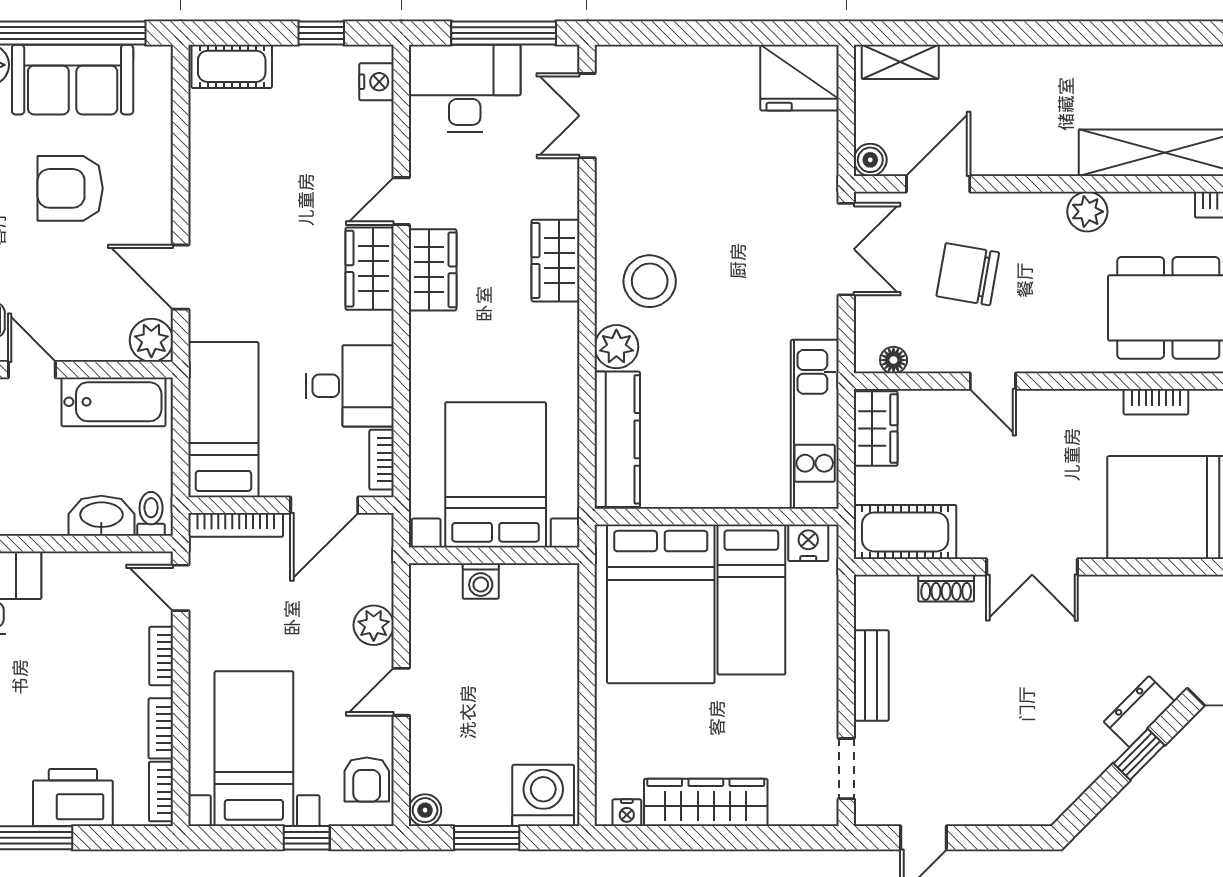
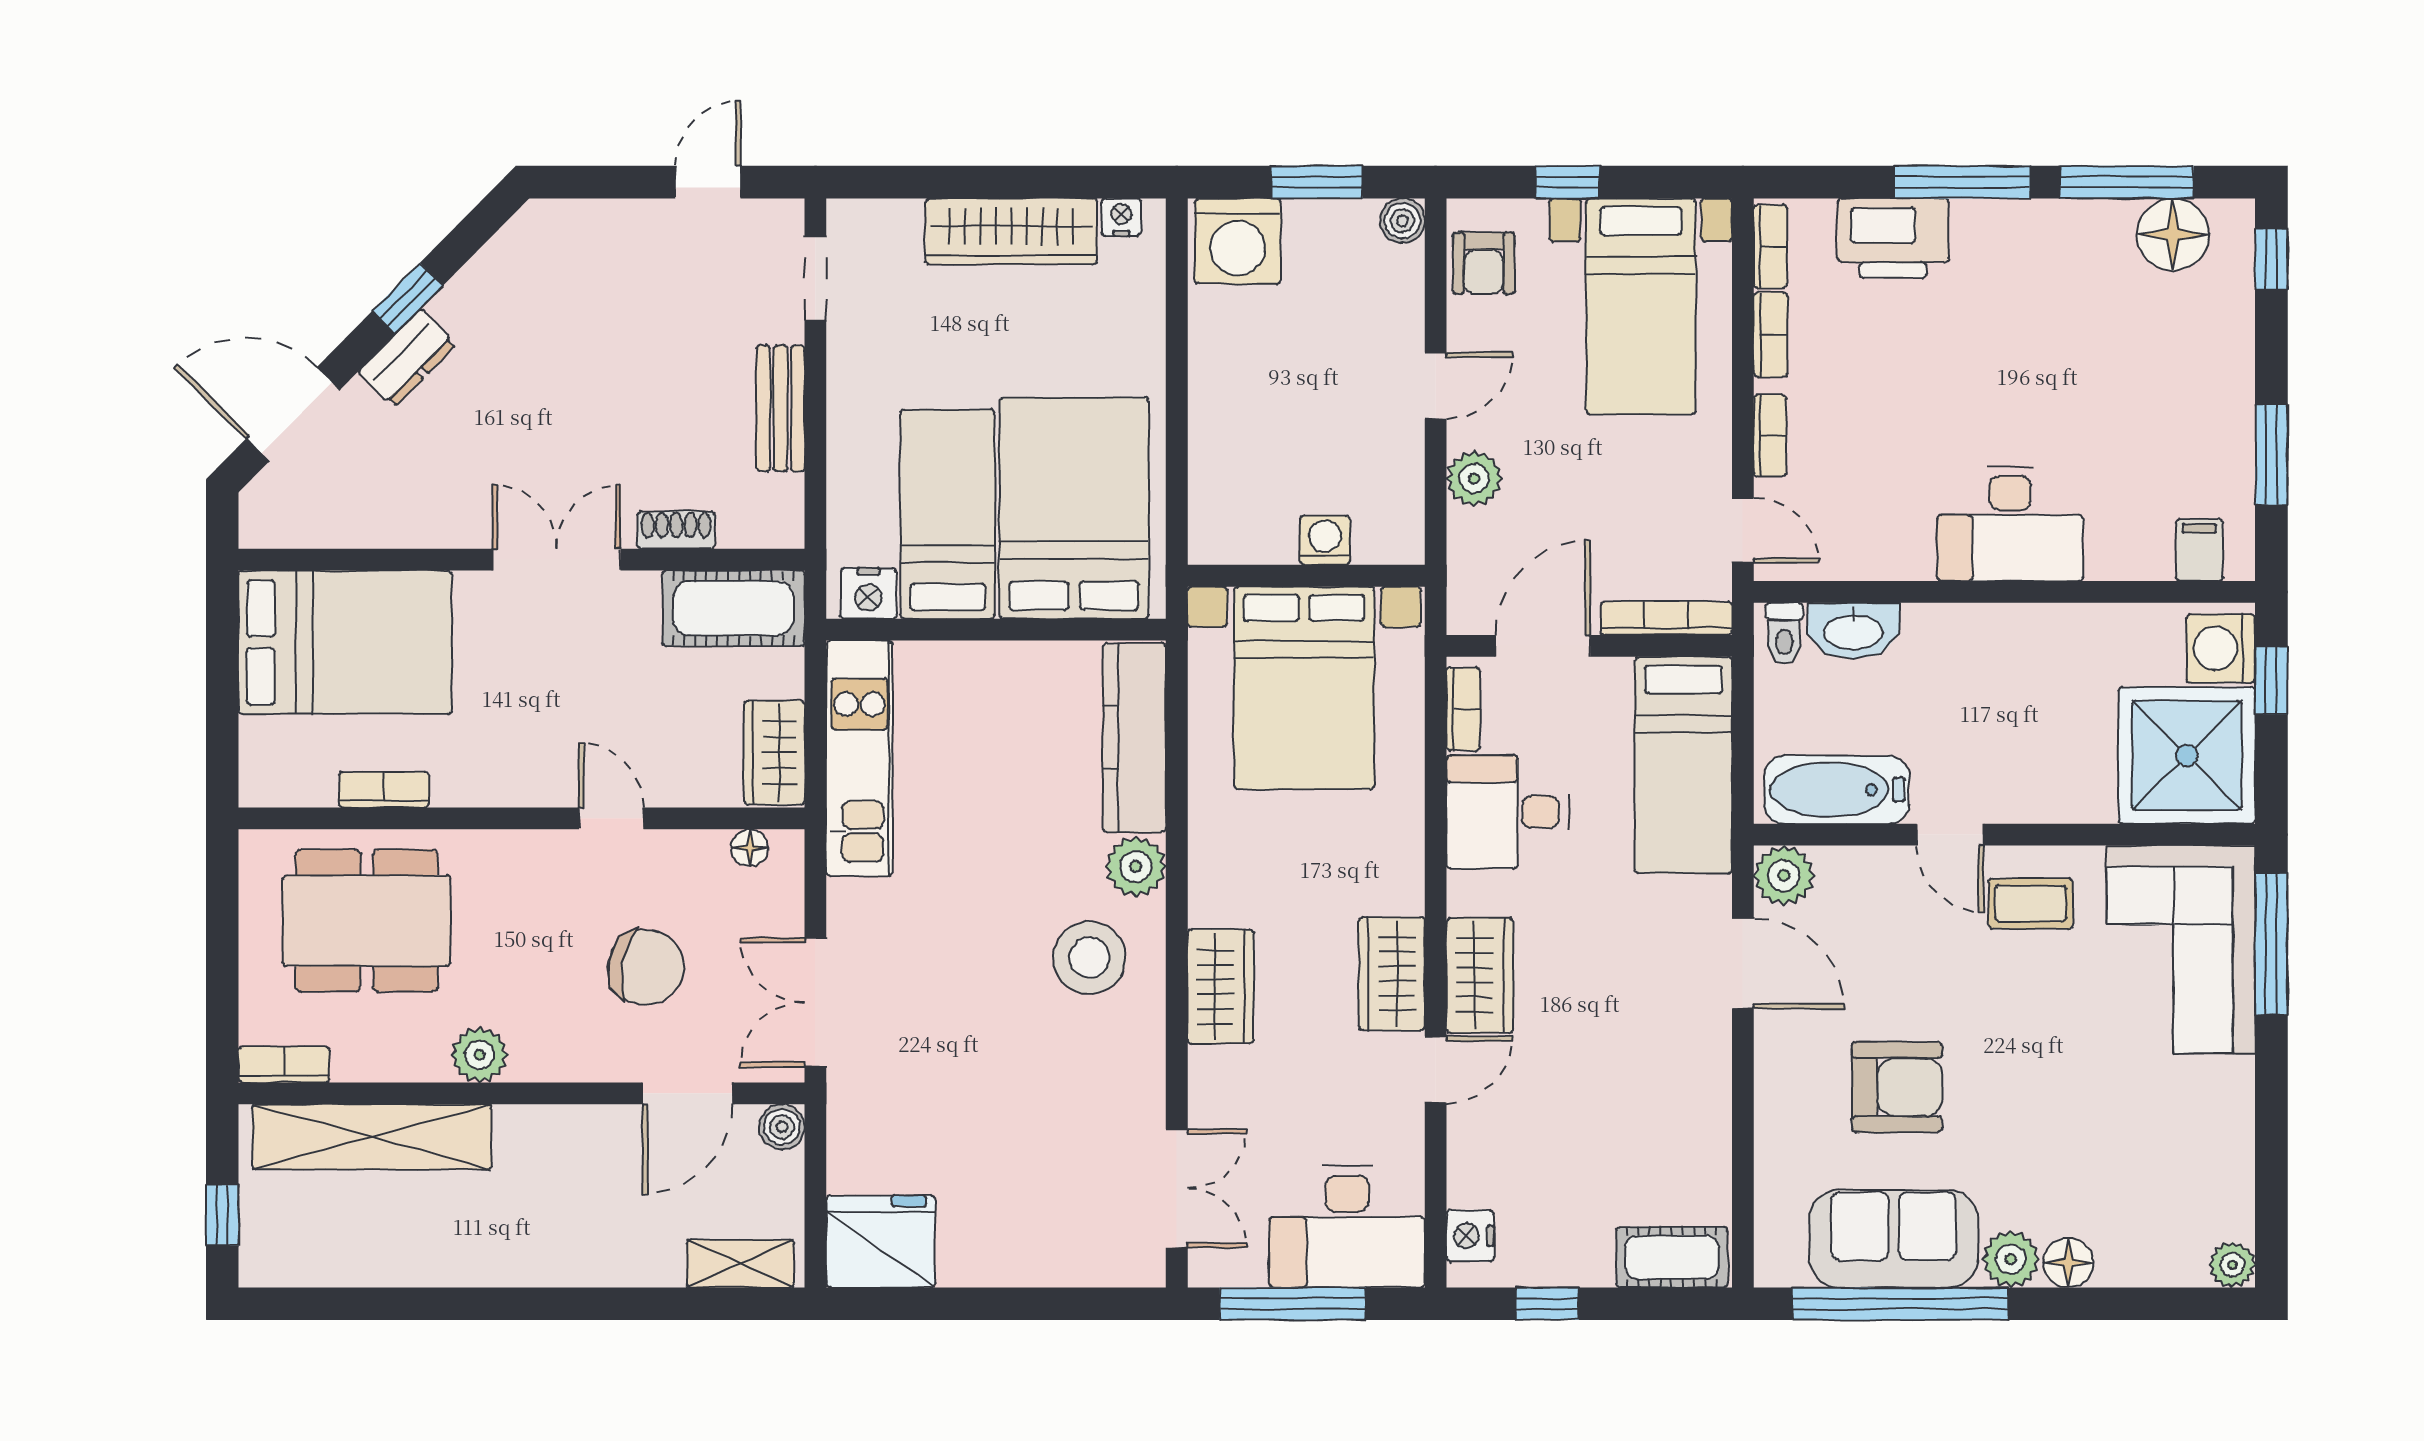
armchair: (367, 780) -> (1484, 263), turned 180

